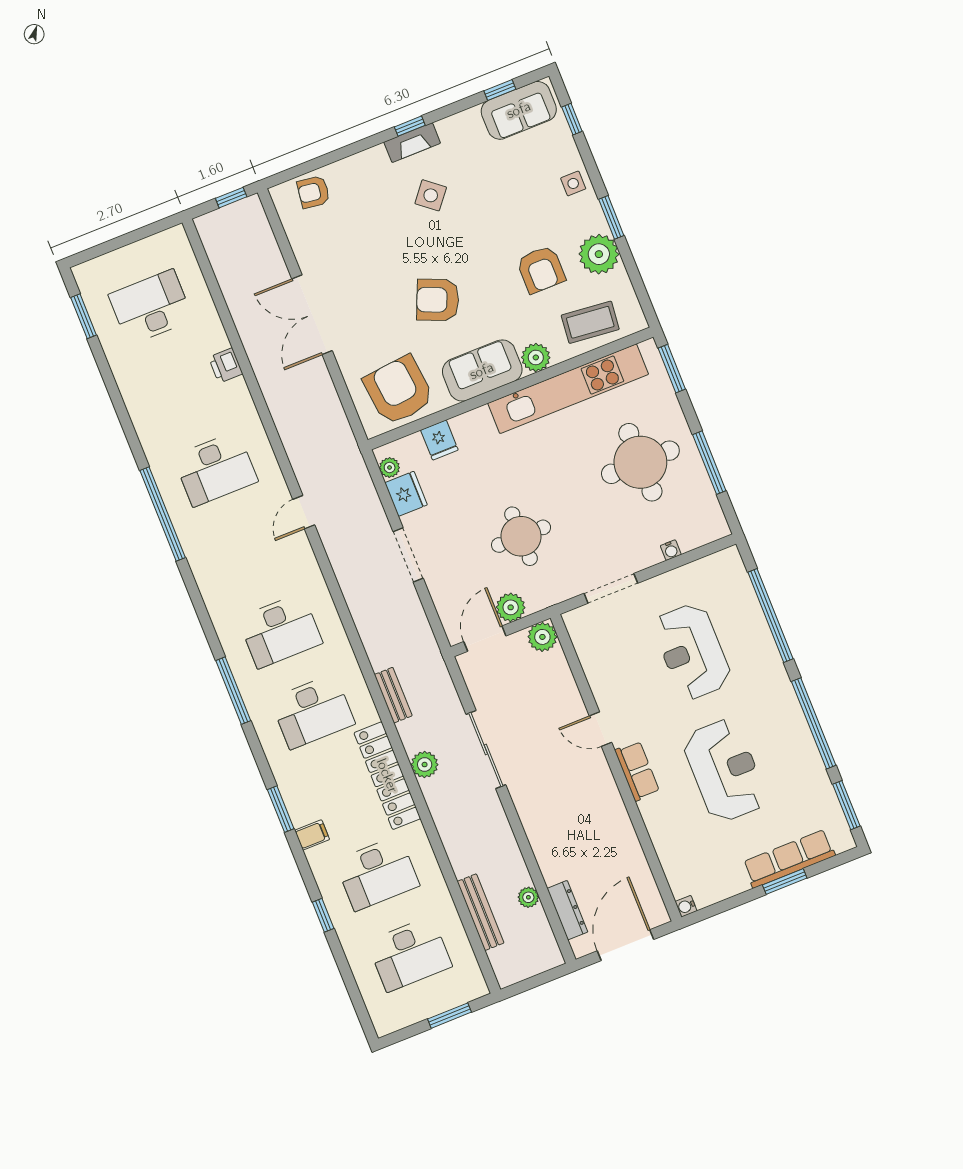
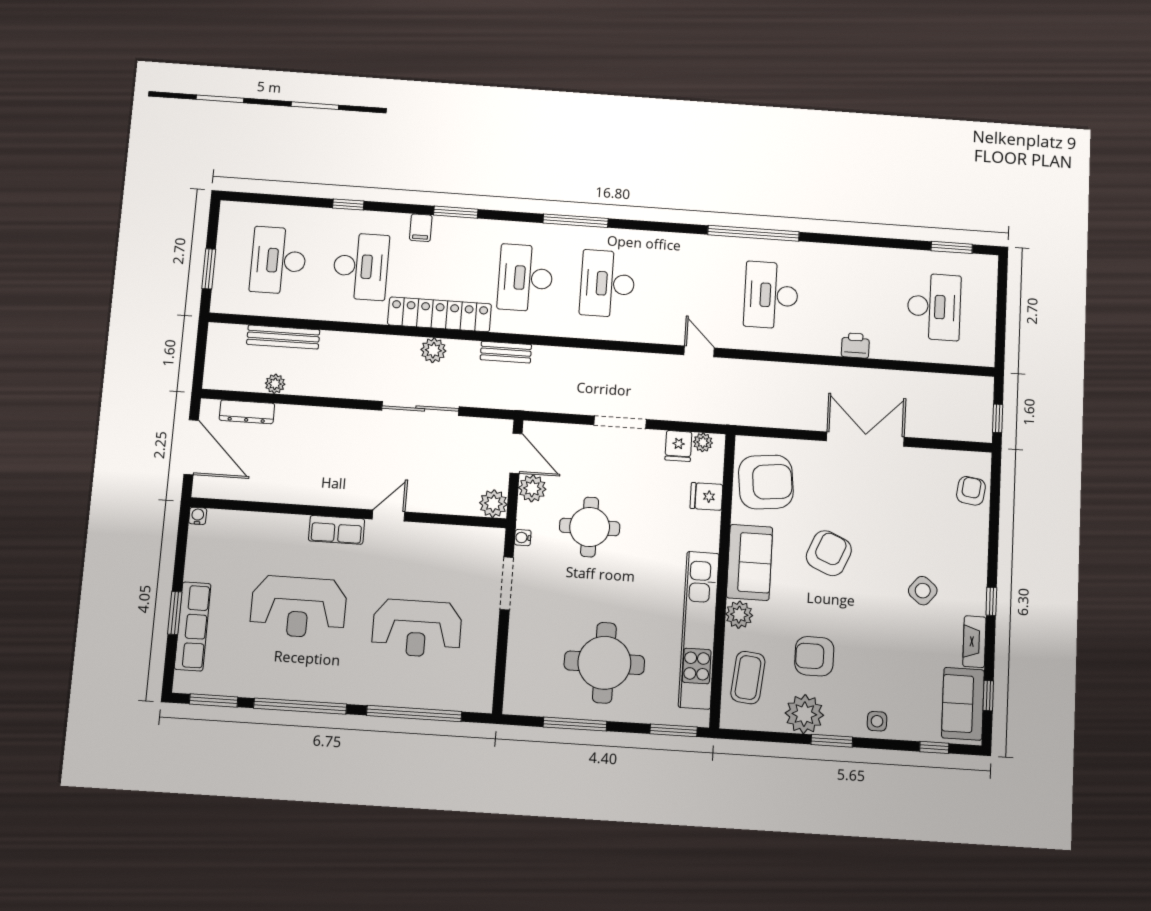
fireplace: (412, 143) -> (974, 642), moved
fridge: (406, 494) -> (678, 446), width x0.72
water cooler: (671, 550) -> (523, 538), moved
reception desk: (692, 651) -> (417, 628), turned 180
desk: (377, 873) -> (361, 266), turned 180

